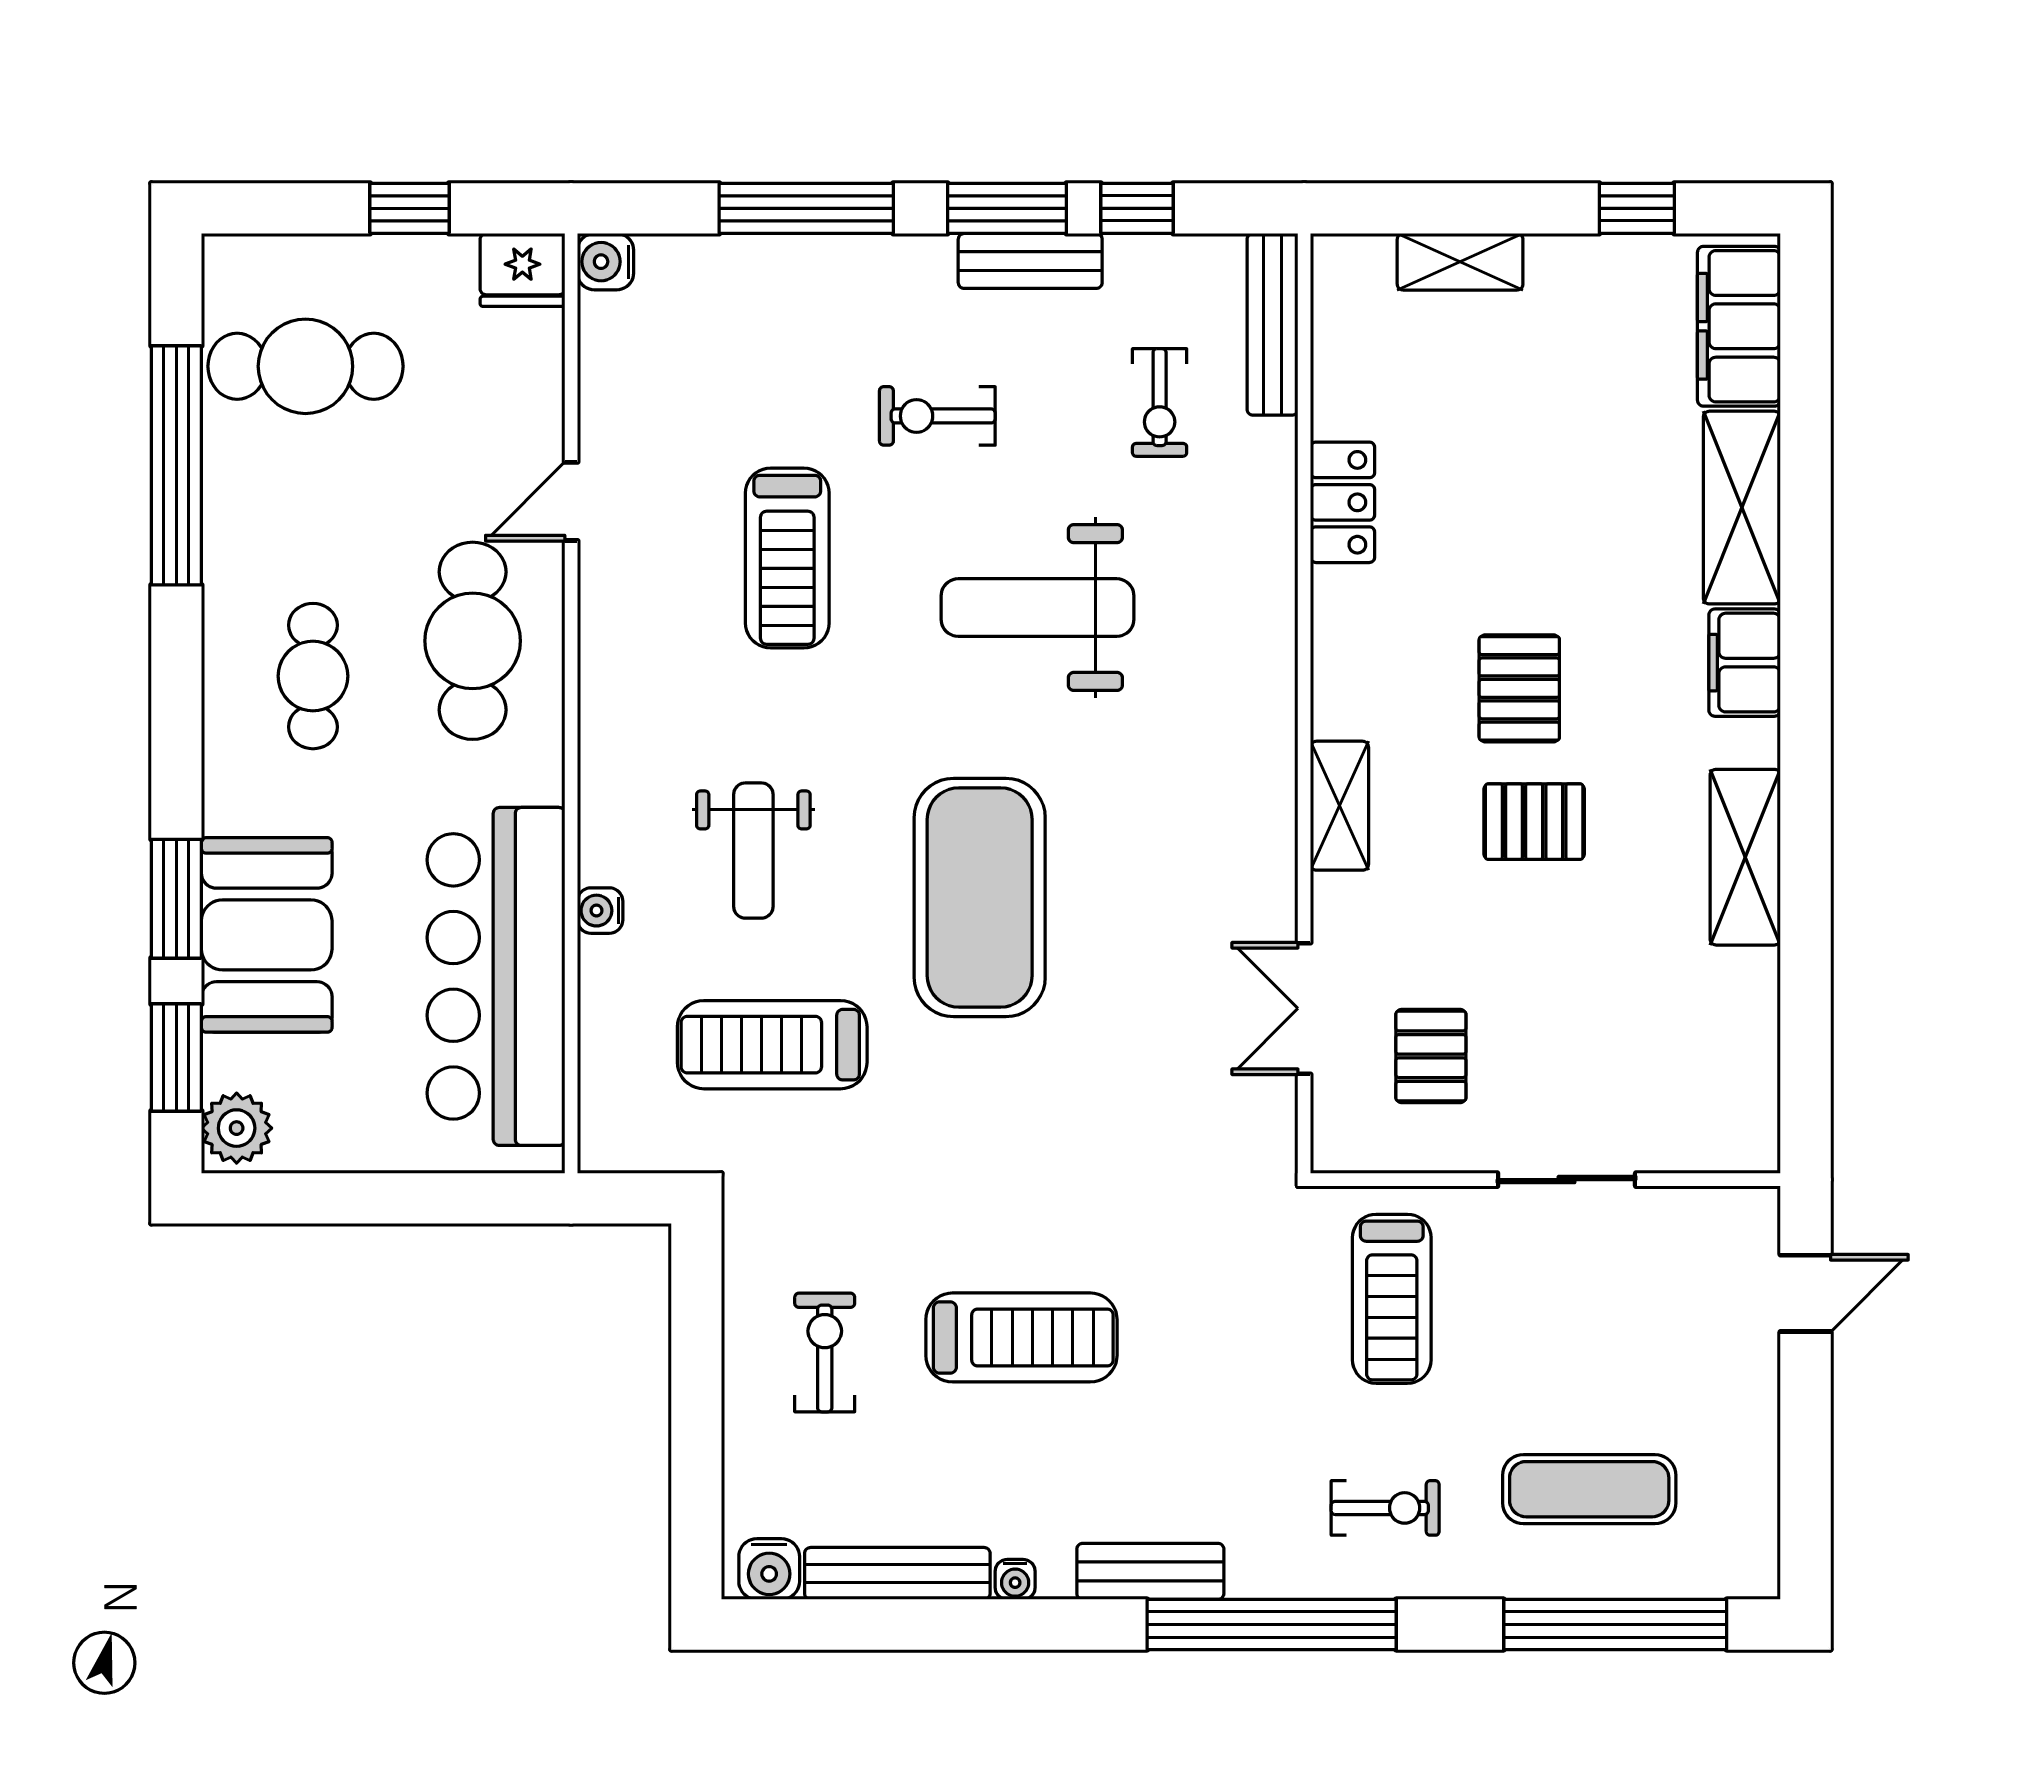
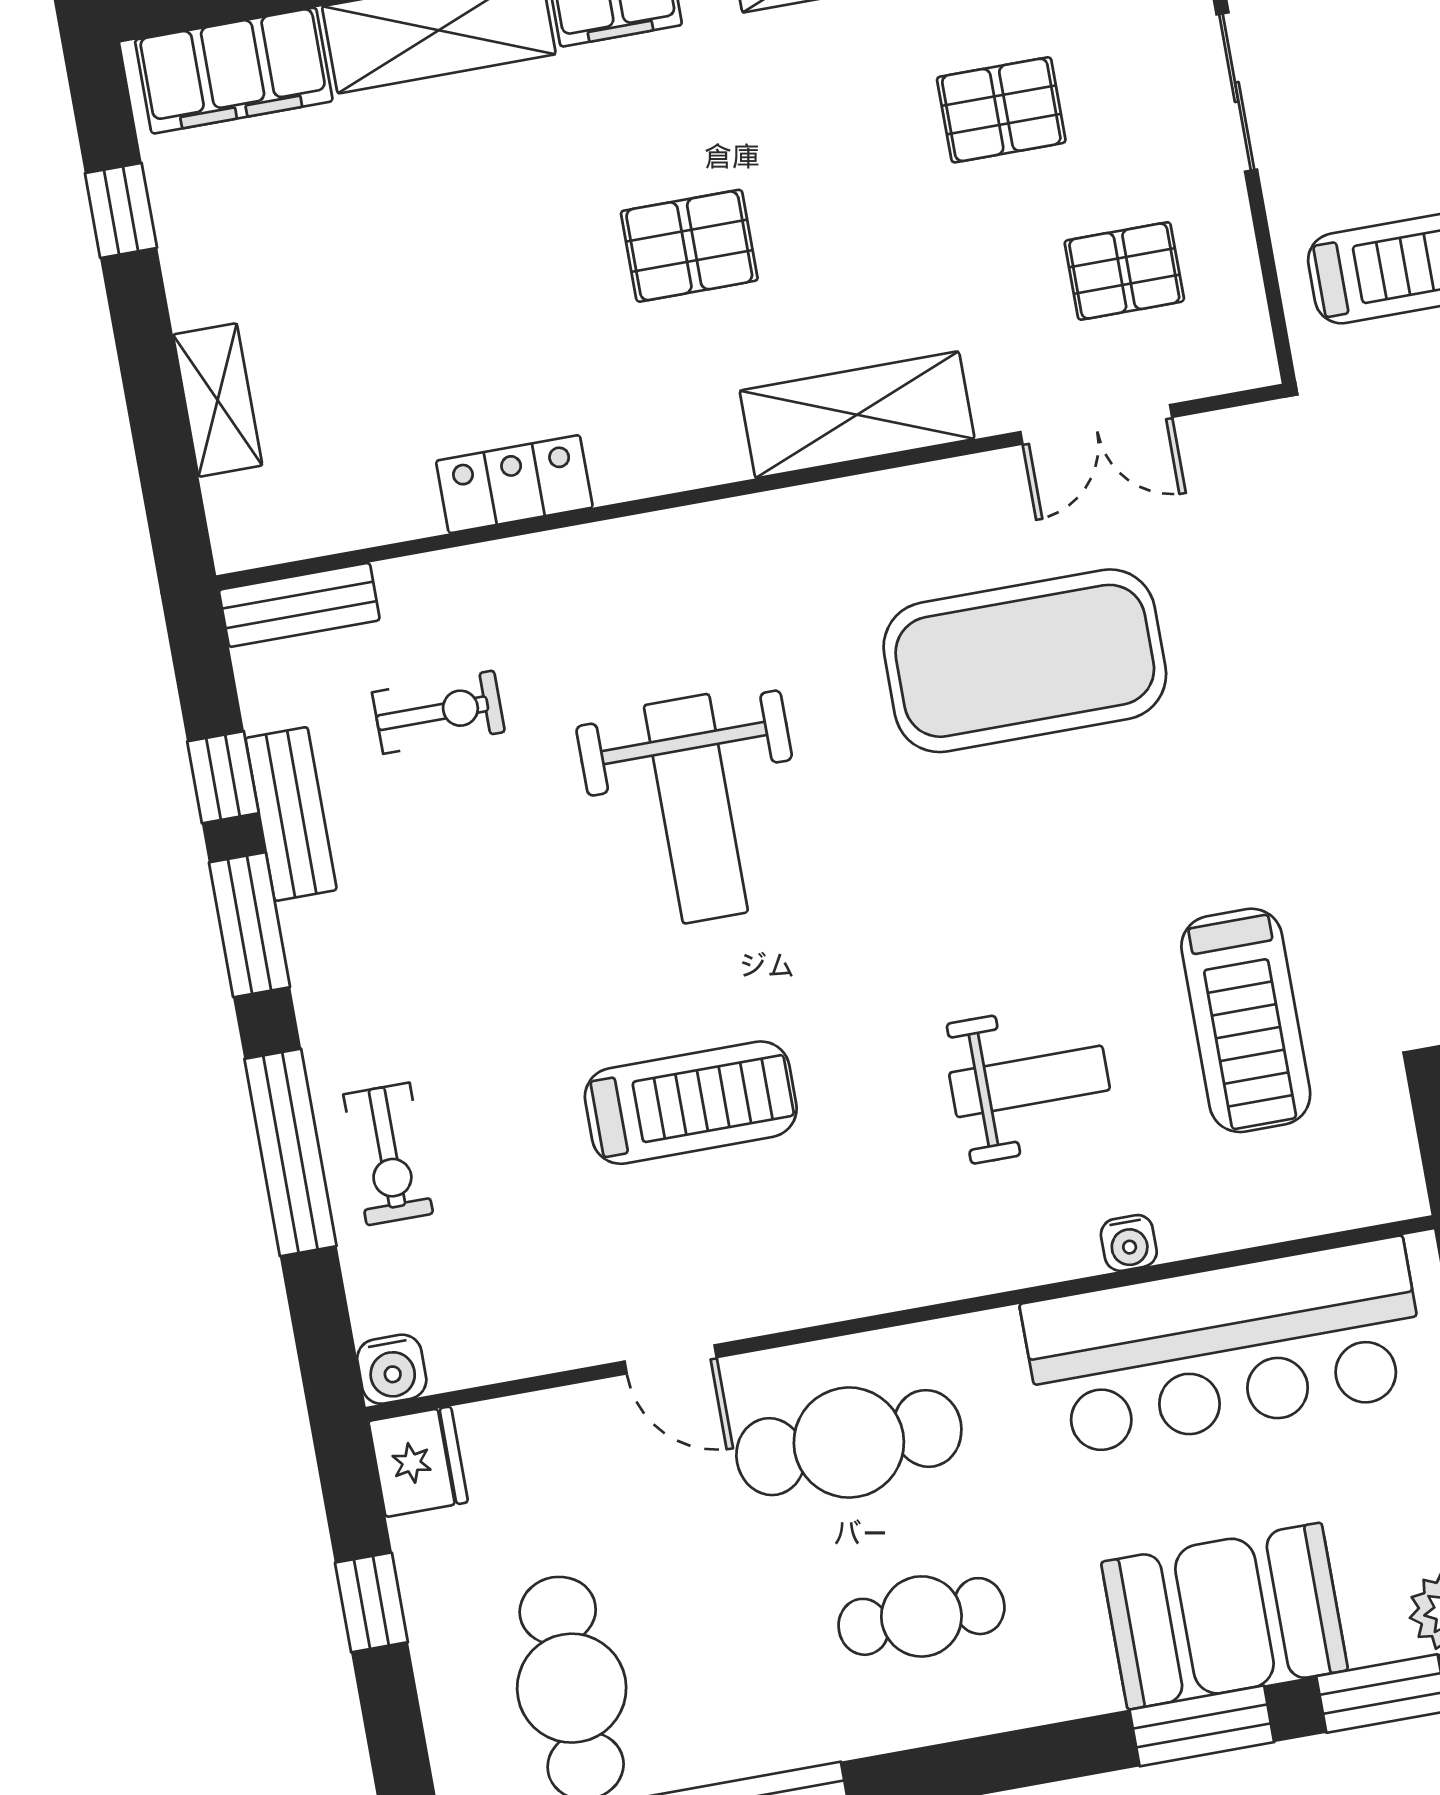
bench: (1030, 261) -> (291, 814), moved
bench: (1273, 324) -> (299, 605), width x0.73
exercise bike: (937, 416) -> (388, 1154), moved
shelving: (1340, 806) -> (857, 415), width x1.50, depth x1.33
pallet: (1534, 822) -> (1001, 110), moved, turned 90
exercise mat: (980, 898) -> (1025, 661), moved

